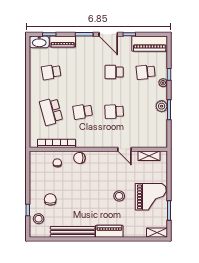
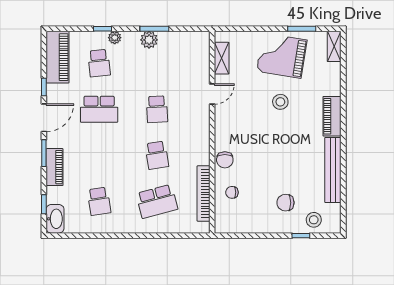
piano: (63, 42) -> (55, 167), moved
school desk: (114, 72) -> (99, 109), width x1.85
grand piano: (151, 197) -> (282, 56), turned -81

